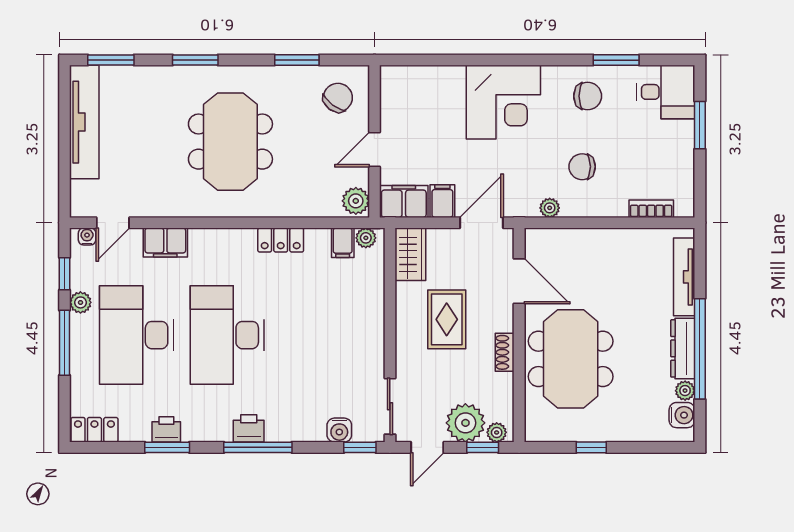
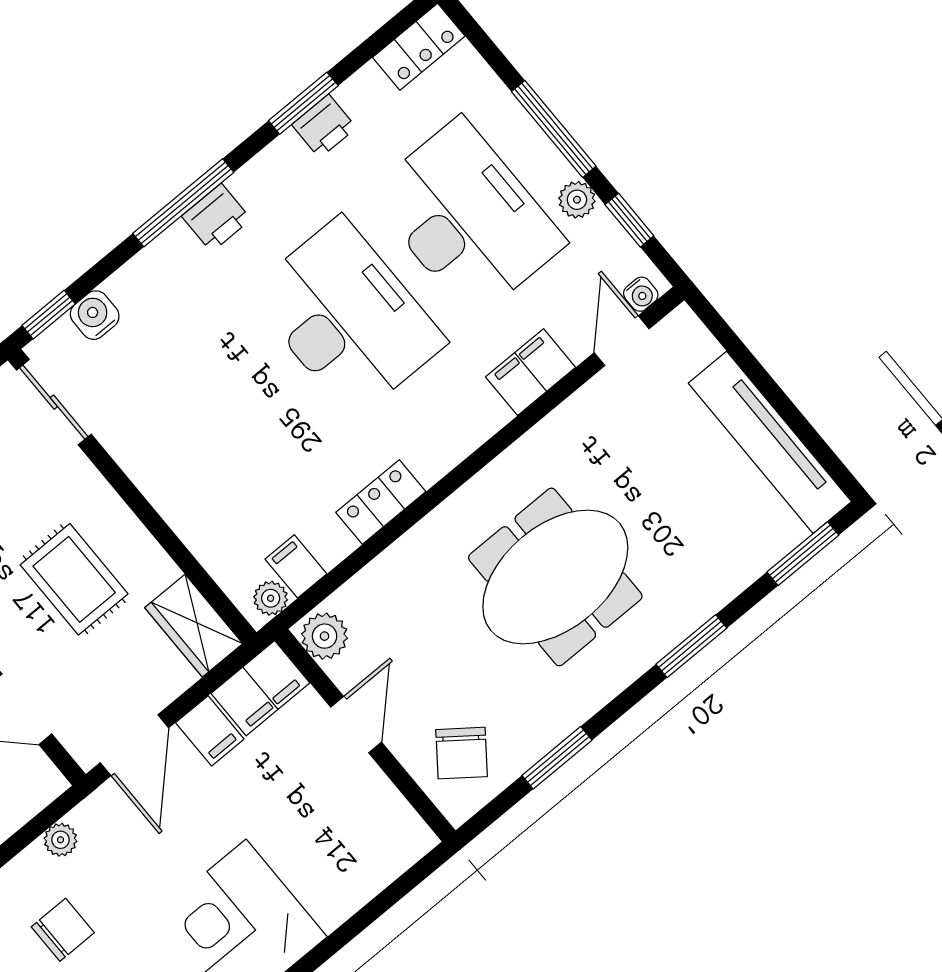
meeting table: (230, 142) -> (555, 577), turned 90

